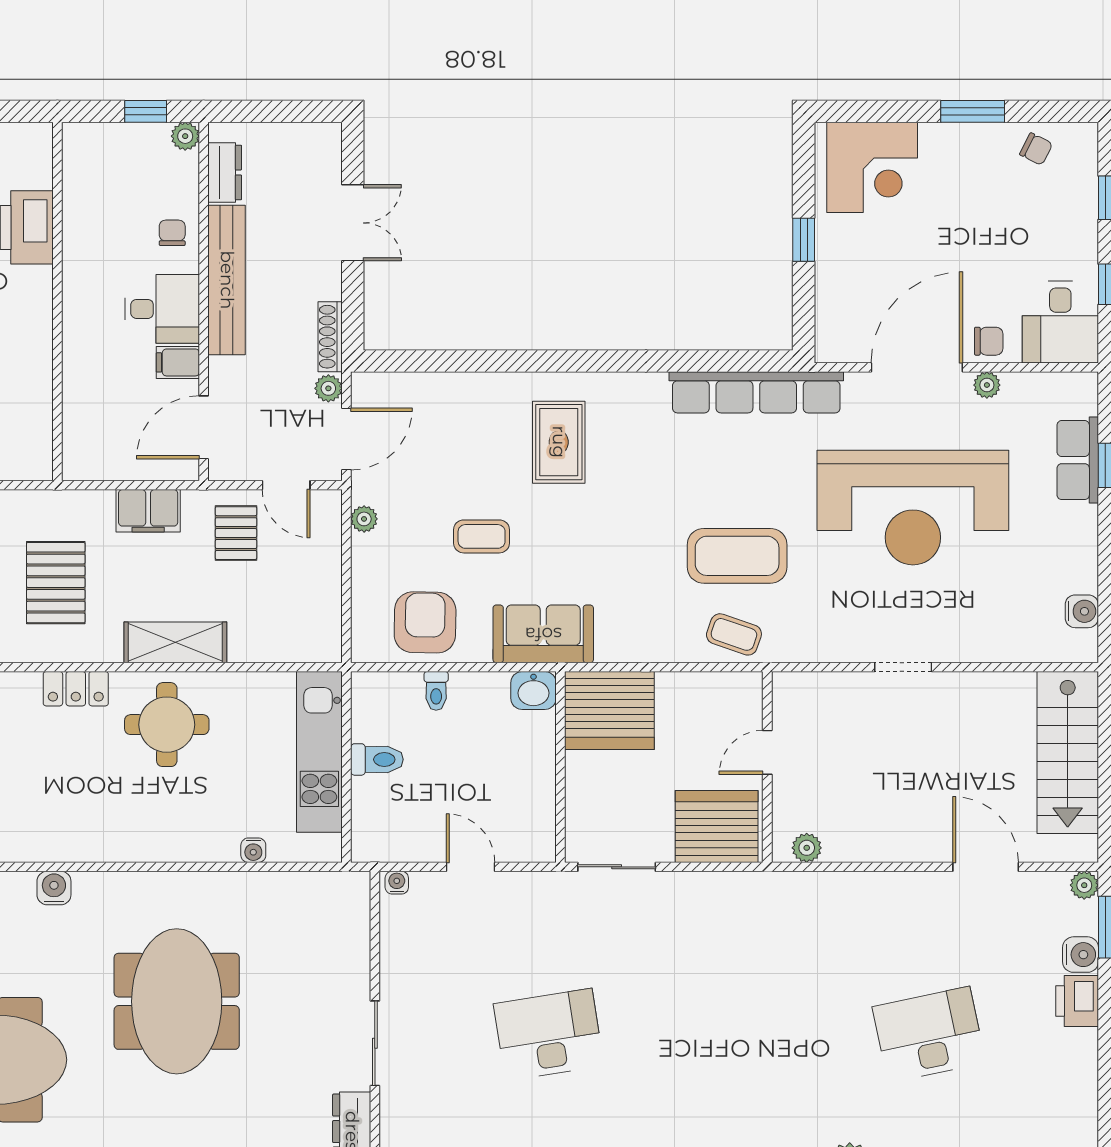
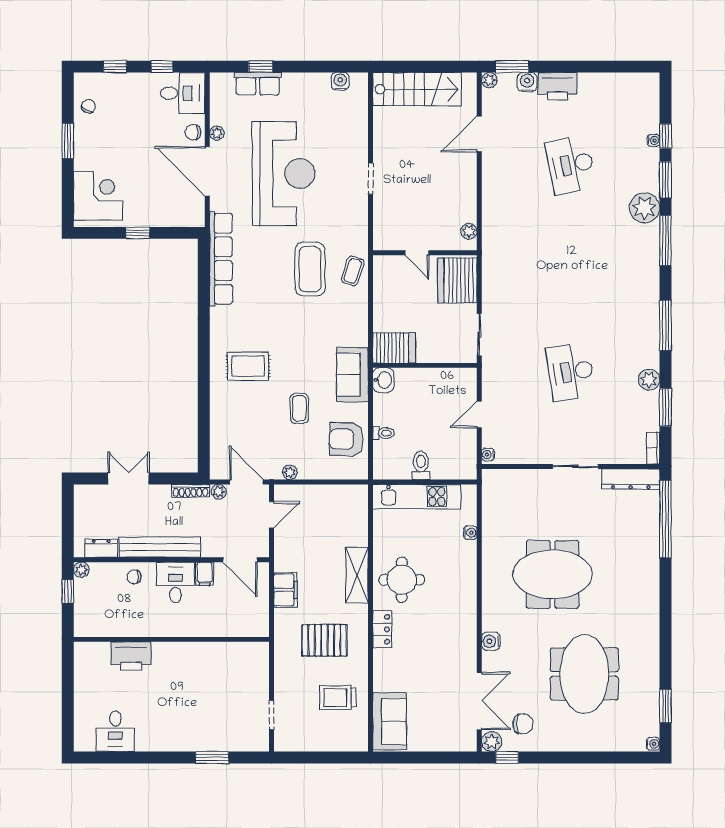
chair: (989, 341) -> (193, 132), turned -90
pallet: (236, 533) -> (298, 542), removed
server rack: (609, 711) -> (394, 348), width x0.62
printer: (1077, 1001) -> (558, 86), width x1.37, depth x1.19

